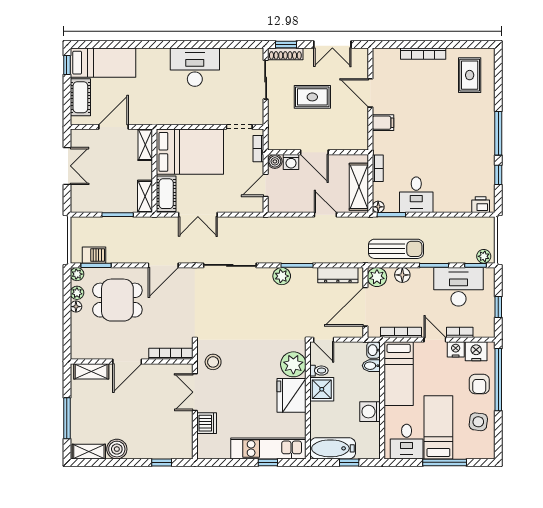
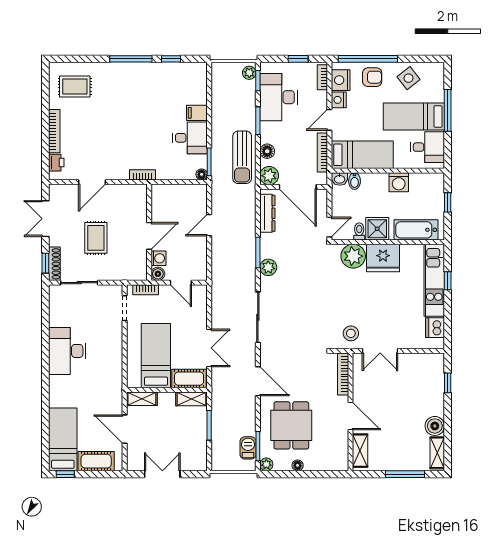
double door: (332, 45) -> (45, 219), swing flipped
filing cabinet: (383, 123) -> (197, 113), moved, turned -90
bed: (190, 152) -> (156, 356), width x0.67
bookcase: (378, 168) -> (143, 175), moved
shelving: (359, 187) -> (182, 193), removed
printer: (481, 205) -> (56, 163), moved, turned 180
sun lounger: (396, 249) -> (242, 157), turned 180
plant: (77, 293) -> (284, 464), removed
bookcase: (460, 332) -> (322, 77), moved
side table: (478, 422) -> (408, 78), turned 45
dishwasher: (207, 423) -> (435, 328), moved, turned -90
bathtub: (333, 448) -> (416, 230), moved, turned 90

